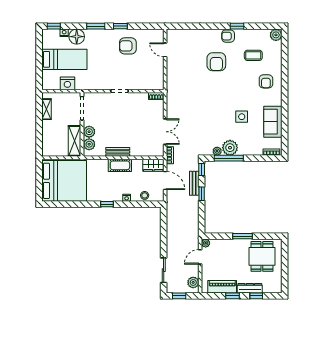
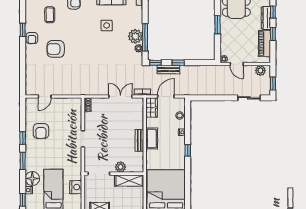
armchair: (216, 62) -> (56, 49), turned 180
plant: (89, 144) -> (132, 167), removed

